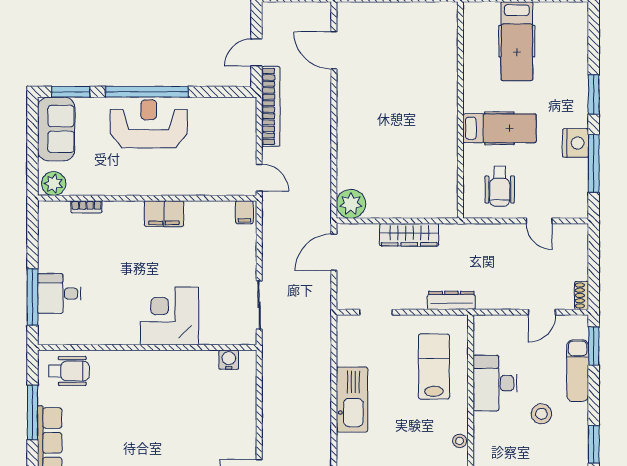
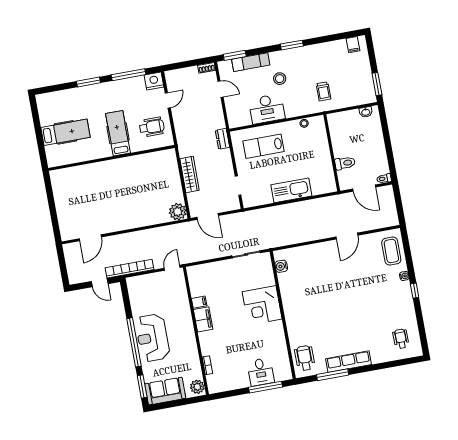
nightstand: (576, 143) -> (154, 81), moved
filing cabinet: (244, 212) -> (199, 302), moved
dresser: (451, 300) -> (222, 139), width x0.70

